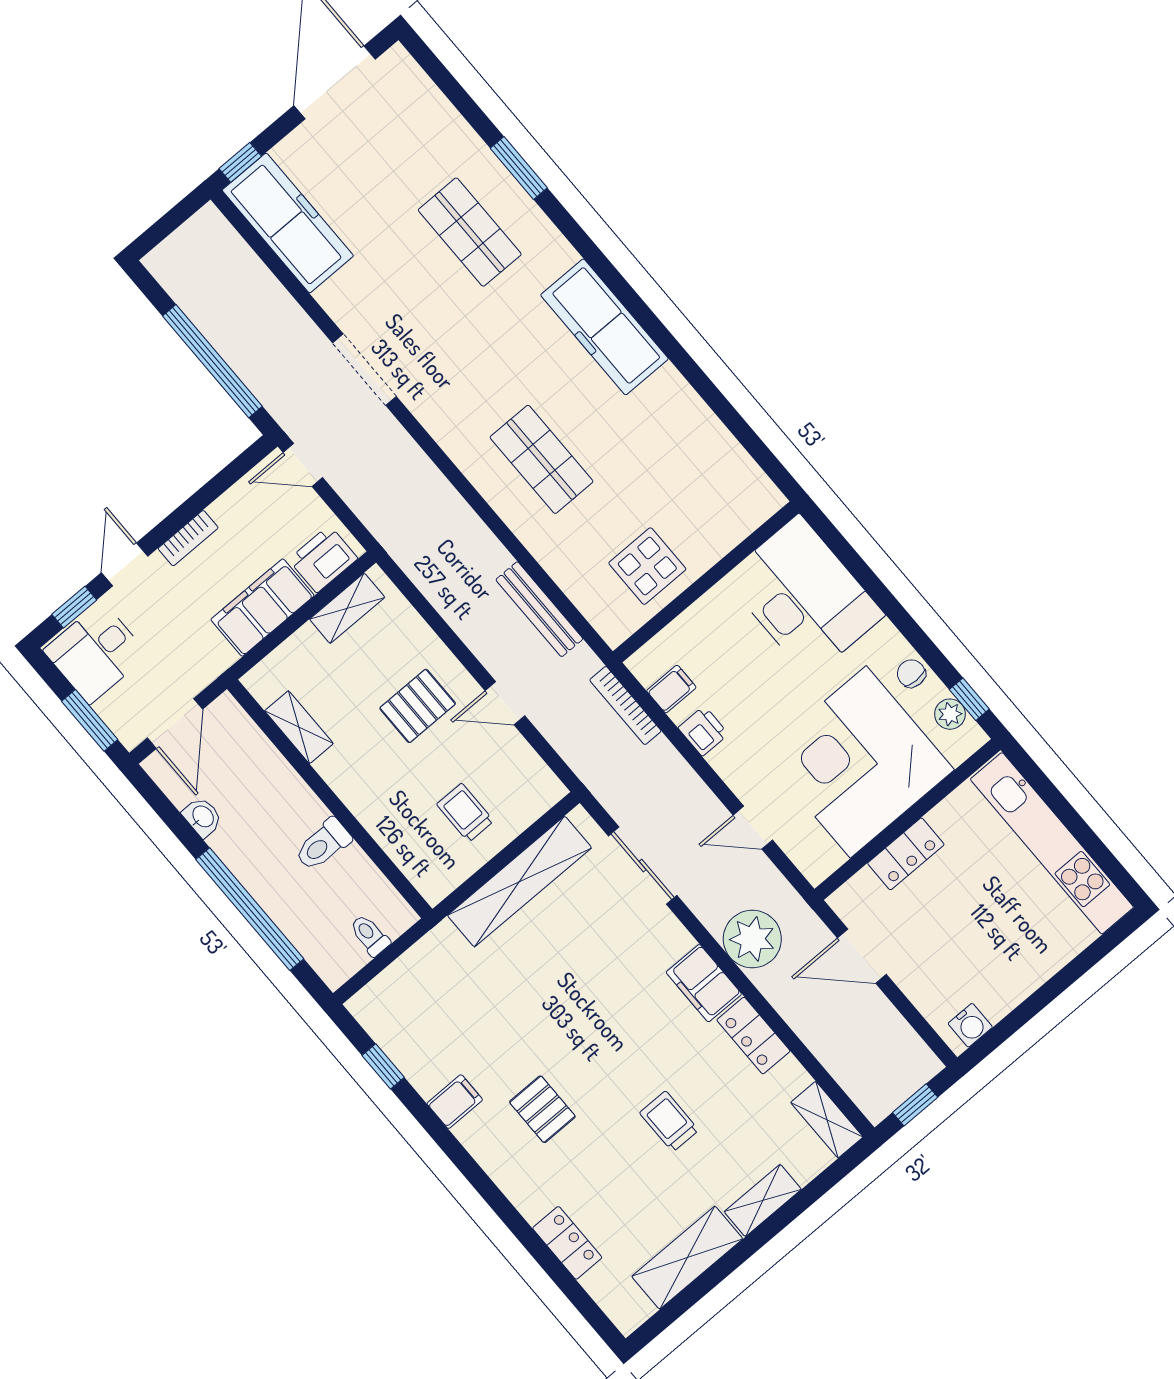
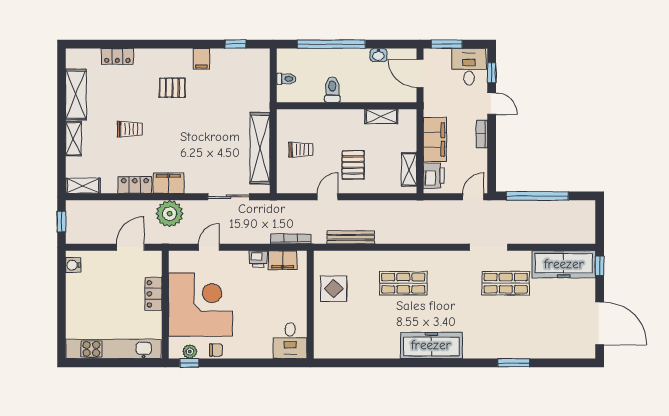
shop shelf: (470, 232) -> (506, 283), moved
desk: (804, 596) -> (290, 341), width x0.53, depth x0.77
filing cabinet: (671, 689) -> (283, 260), width x2.00

